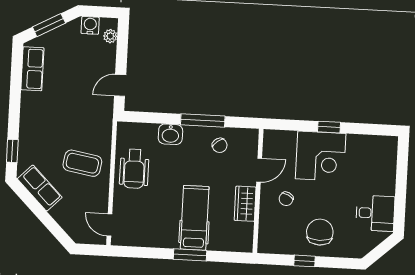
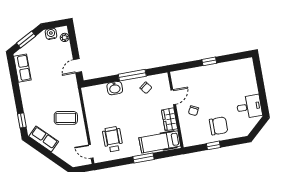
corner desk: (321, 156) -> (208, 80), removed
wheelchair: (134, 169) -> (113, 139), moved, turned 180
hospital bed: (195, 218) -> (160, 142), moved, turned -90
chair: (320, 232) -> (219, 126), turned 90

